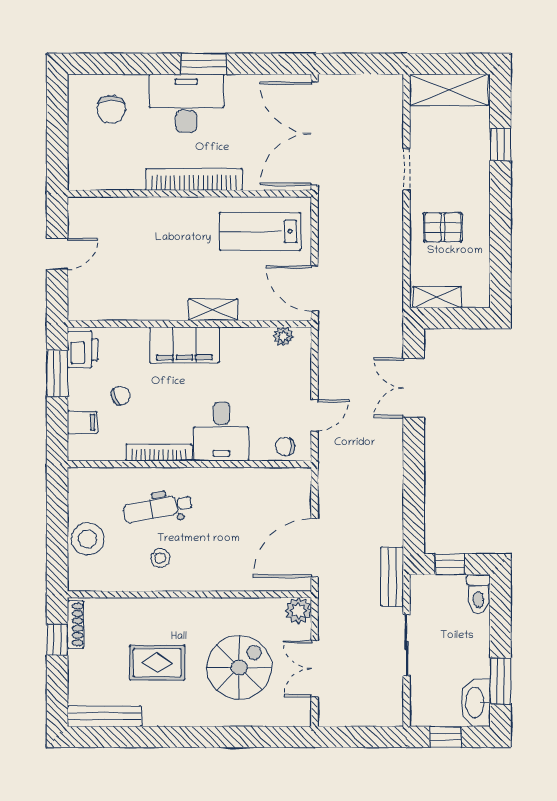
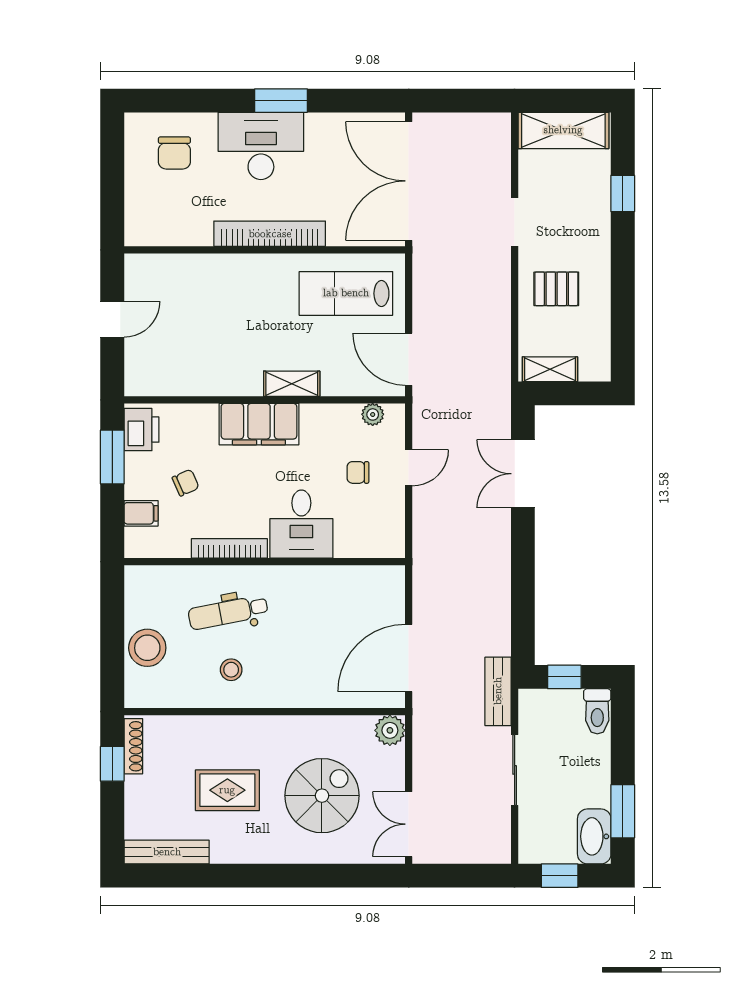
door: (315, 415) -> (409, 468), moved
chair: (285, 447) -> (358, 472), moved
double door: (315, 669) -> (409, 824), moved

